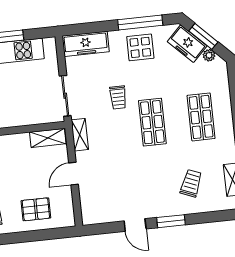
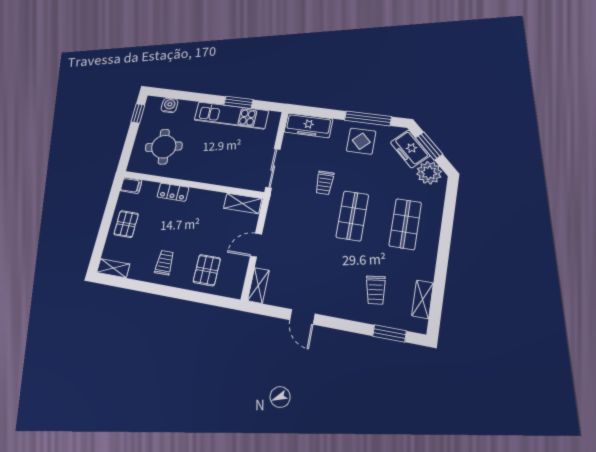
plant: (209, 55) -> (429, 173), width x1.87, depth x1.87
shelving: (80, 135) -> (258, 285), moved
trolley: (191, 183) -> (376, 290), turned 150
pallet: (36, 209) -> (207, 270), turned 90
window: (171, 221) -> (389, 333), moved

